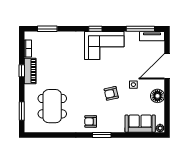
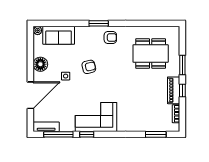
window: (95, 29) -> (87, 134), moved
dining table: (52, 106) -> (151, 53), turned 90
window: (22, 111) -> (182, 65), moved

